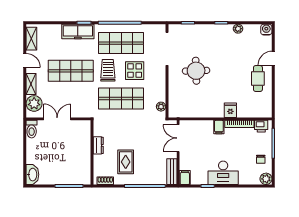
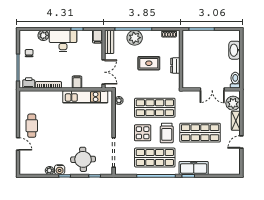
water cooler: (266, 30) -> (60, 170), moved
shelving: (31, 39) -> (235, 162), removed
door: (273, 58) -> (18, 144), hinge flipped
door: (25, 60) -> (241, 142), hinge flipped
round table: (196, 71) -> (83, 159), moved
fridge: (230, 110) -> (56, 97), removed
kitchen unit: (198, 111) -> (85, 97), added
filing cabinet: (219, 127) -> (77, 82), moved
rug: (126, 162) -> (149, 63), moved, turned 90
washbasin: (32, 175) -> (235, 50), moved
plant: (144, 176) -> (135, 38), added
plant: (266, 179) -> (43, 35), moved

